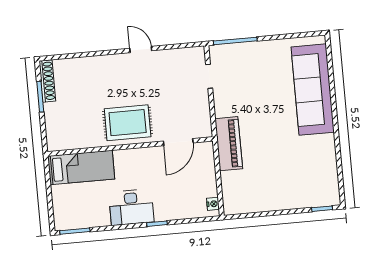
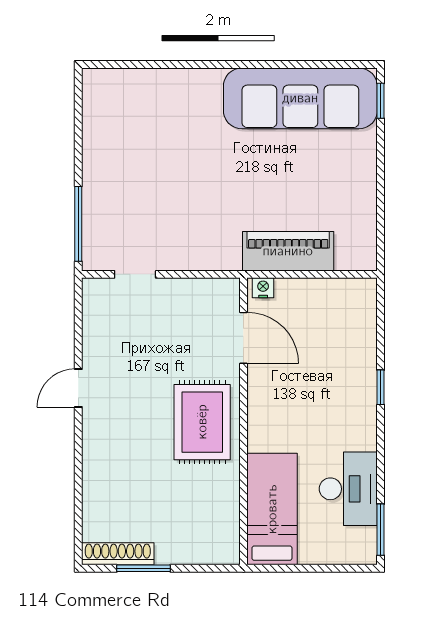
sofa: (313, 90) -> (300, 98), moved
piano: (229, 144) -> (288, 251), moved
nightstand: (213, 204) -> (263, 288), moved
desk: (131, 207) -> (348, 489), moved

